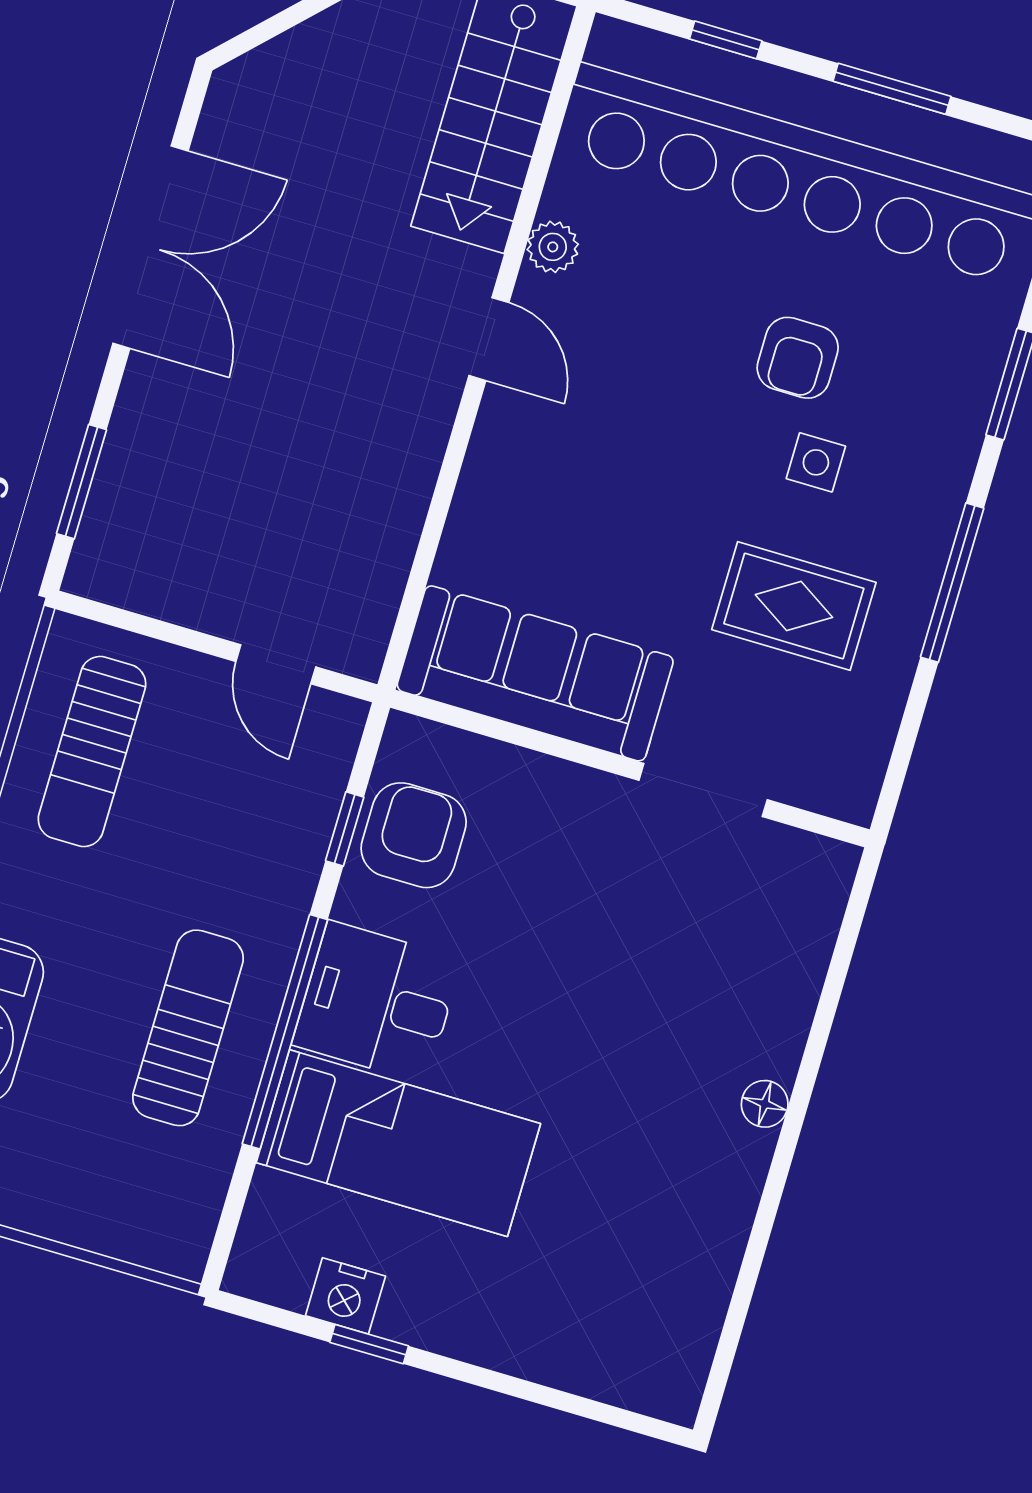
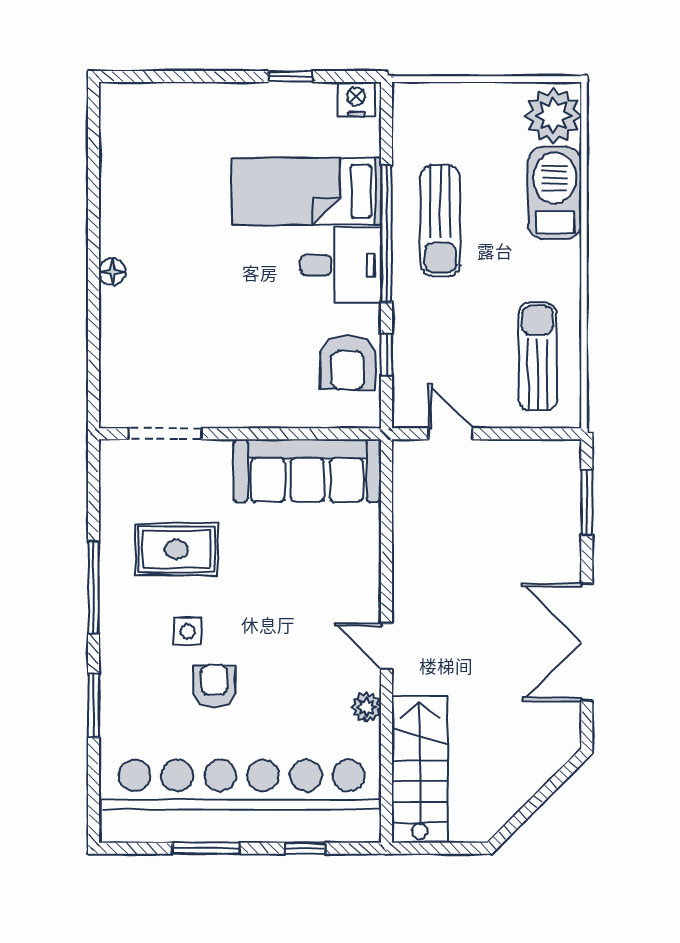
doorway: (703, 790) -> (165, 434), moved
nightstand: (345, 1296) -> (356, 99), moved

